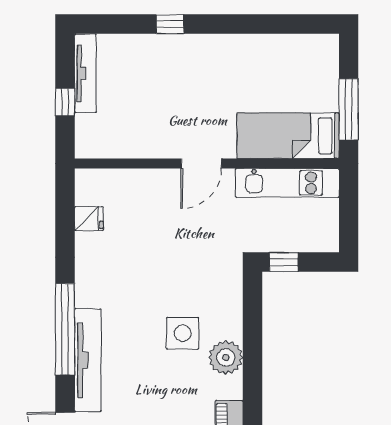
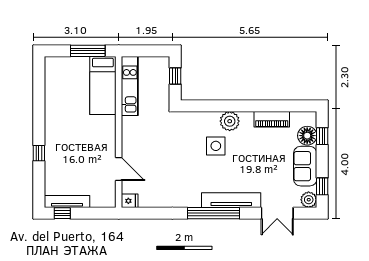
window: (65, 102) -> (62, 213), moved
door: (201, 163) -> (119, 169), moved
fridge: (89, 219) -> (130, 201), moved, turned 90
window: (284, 262) -> (175, 76), moved

